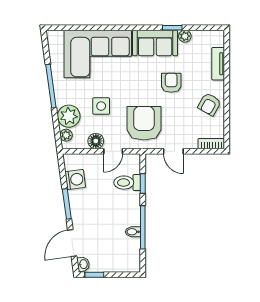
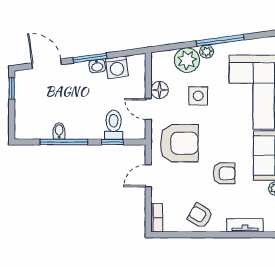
plant: (66, 135) -> (207, 52), moved
washbasin: (83, 264) -> (97, 66), moved

